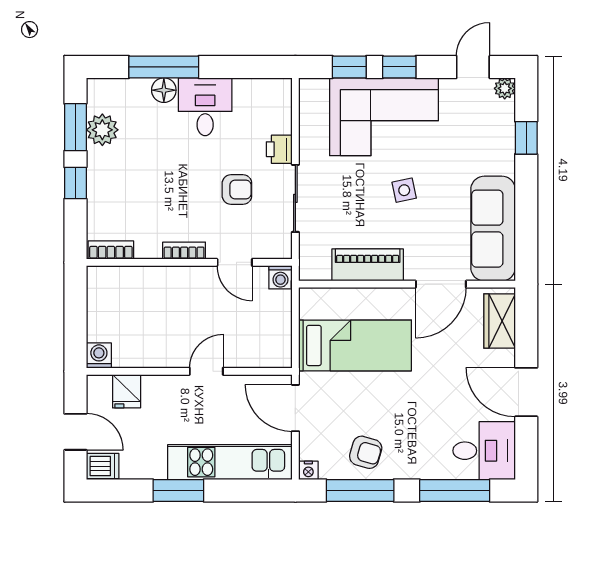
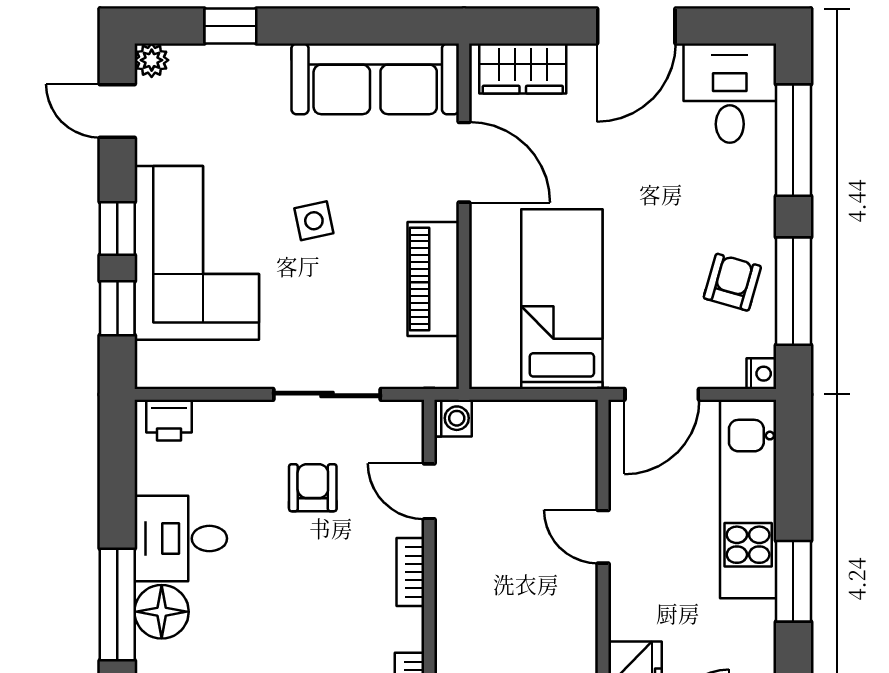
floor lamp: (164, 90) -> (162, 612), width x1.38, depth x1.38
printer: (279, 149) -> (169, 420), moved
door: (235, 262) -> (429, 491), swing flipped

